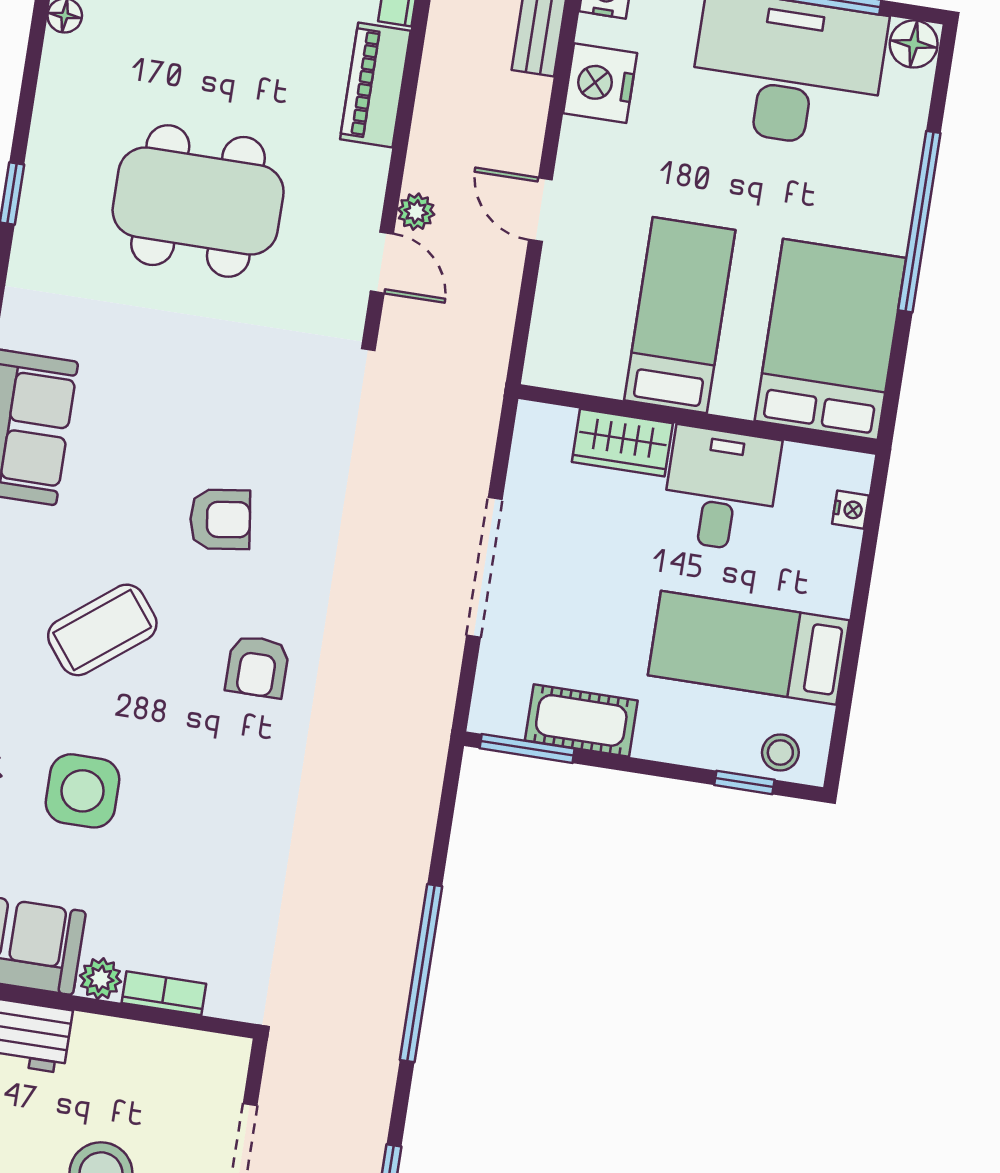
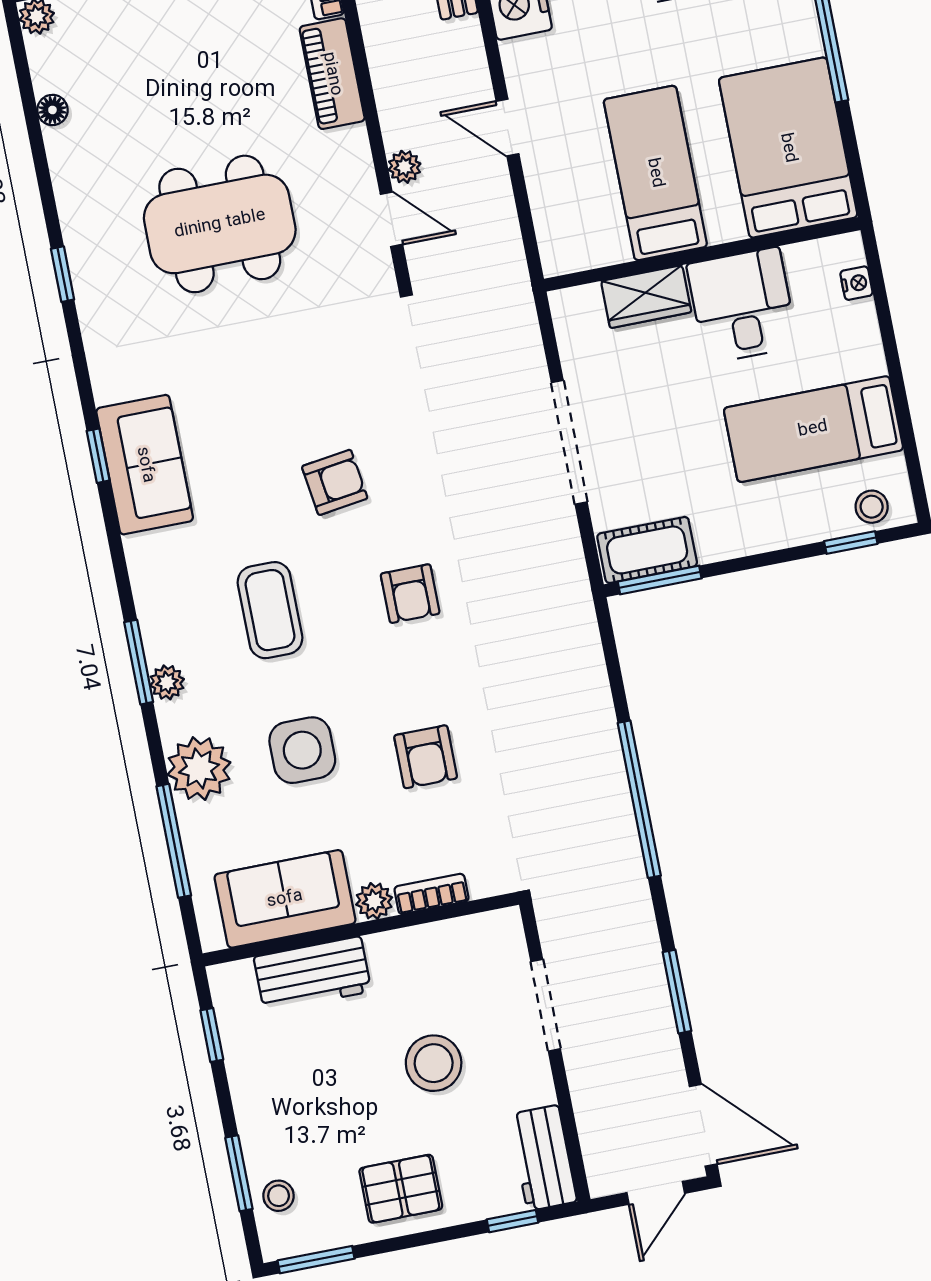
coffee table: (102, 630) -> (270, 610), turned -52
cot: (581, 720) -> (647, 550), moved
armchair: (211, 846) -> (426, 757), added

